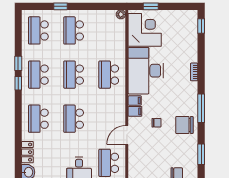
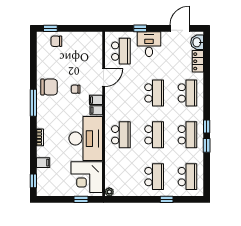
filing cabinet: (191, 45) -> (43, 163), added
window: (201, 154) -> (33, 59), removed

